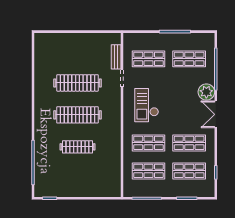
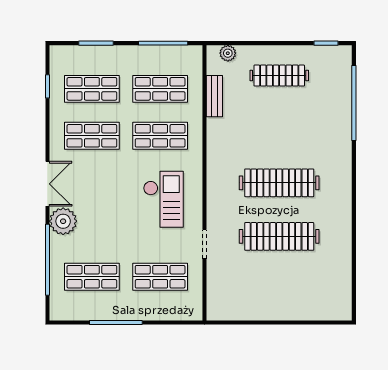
bench: (116, 57) -> (214, 96), moved
clothes rail: (77, 147) -> (279, 76), moved
plant: (108, 192) -> (228, 53), added

